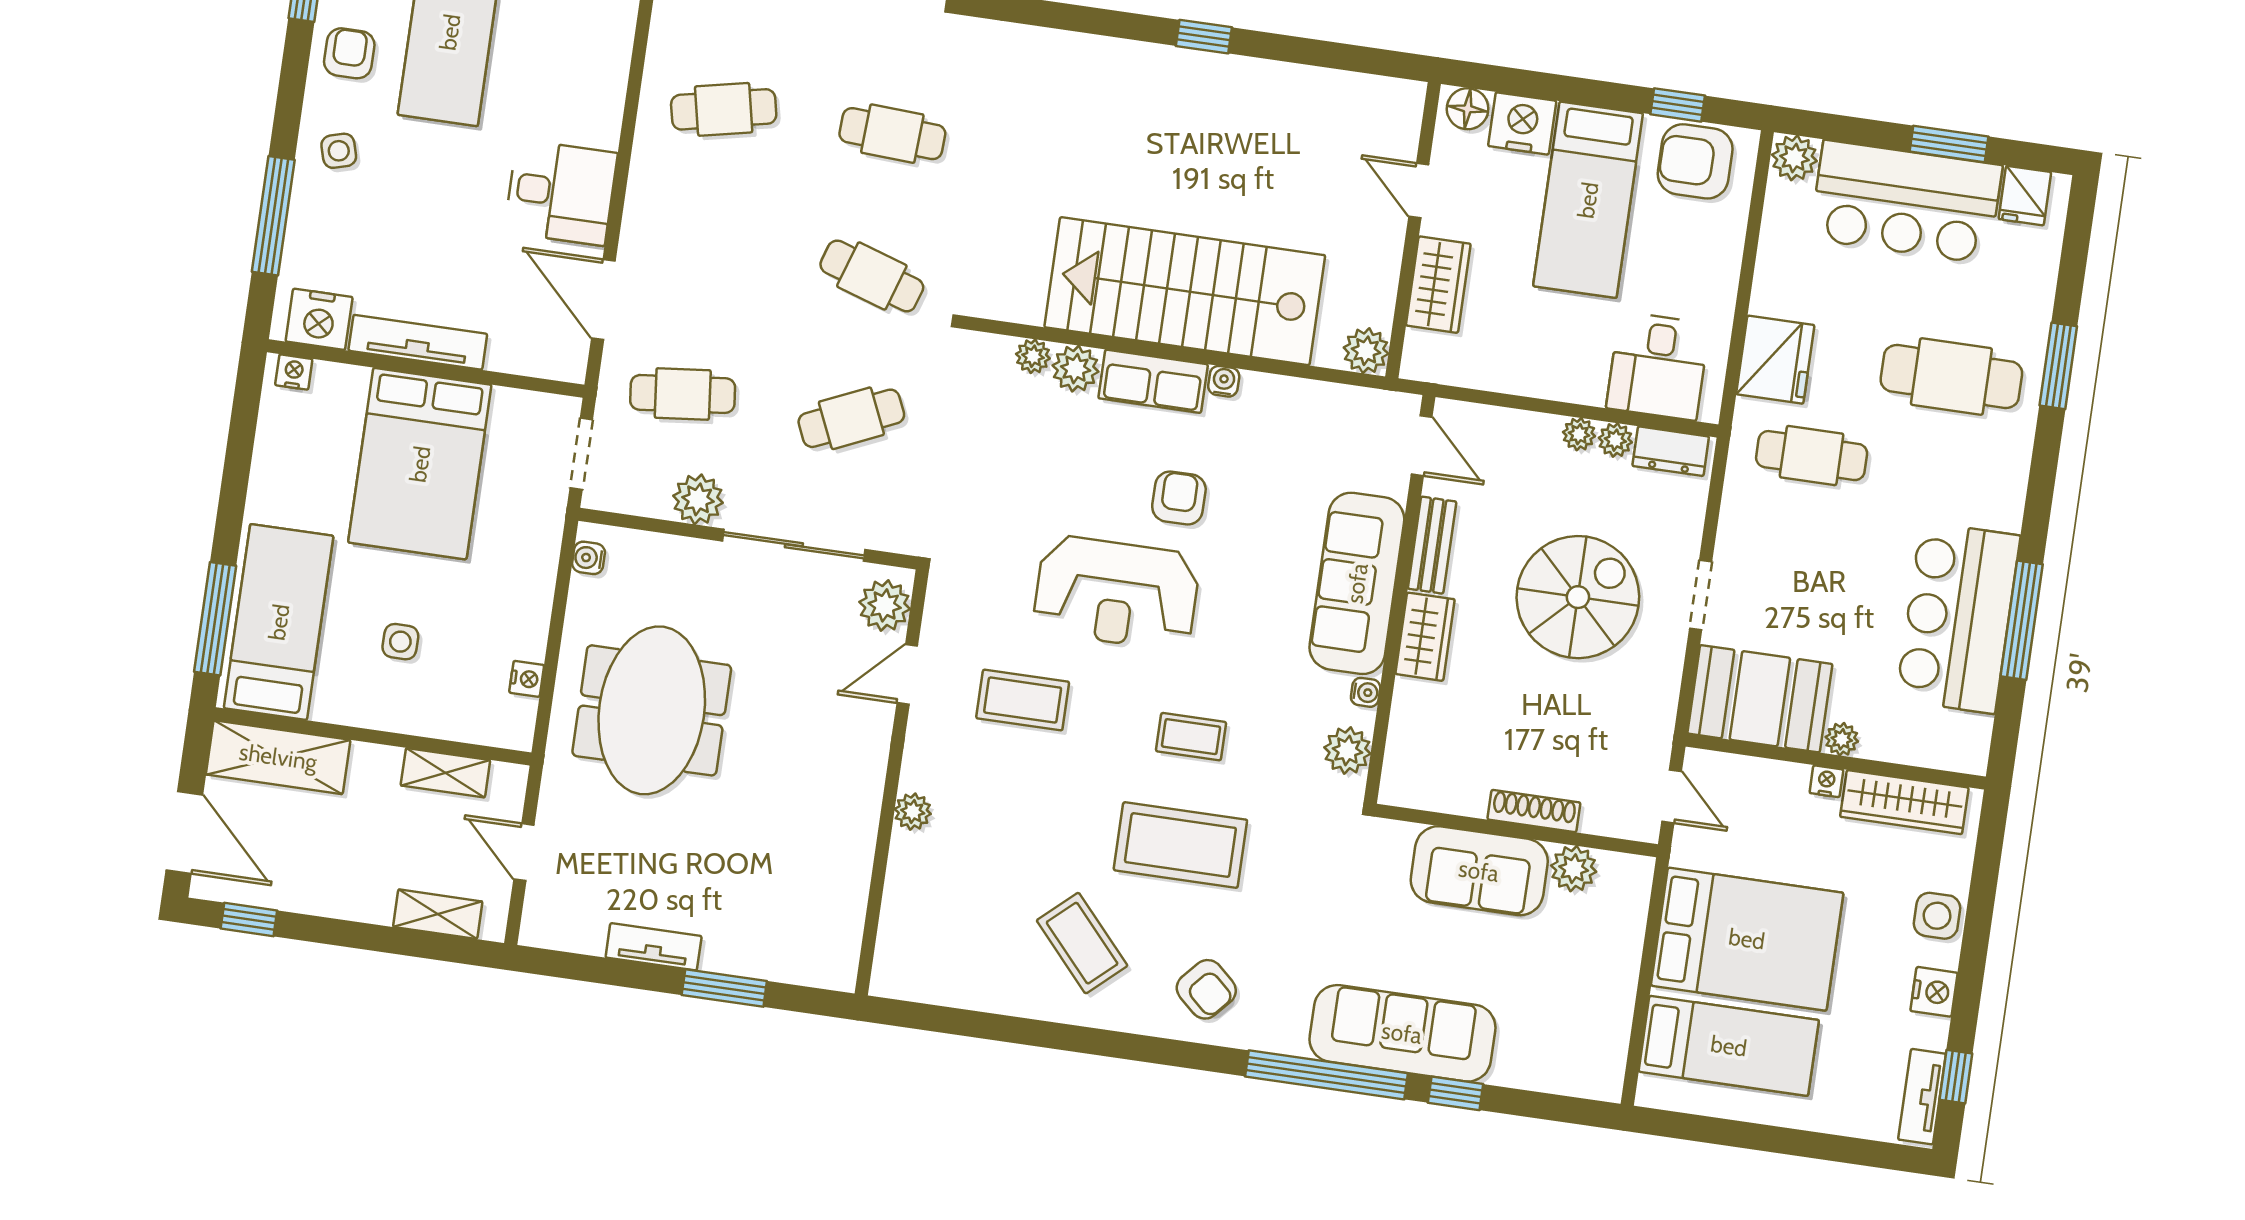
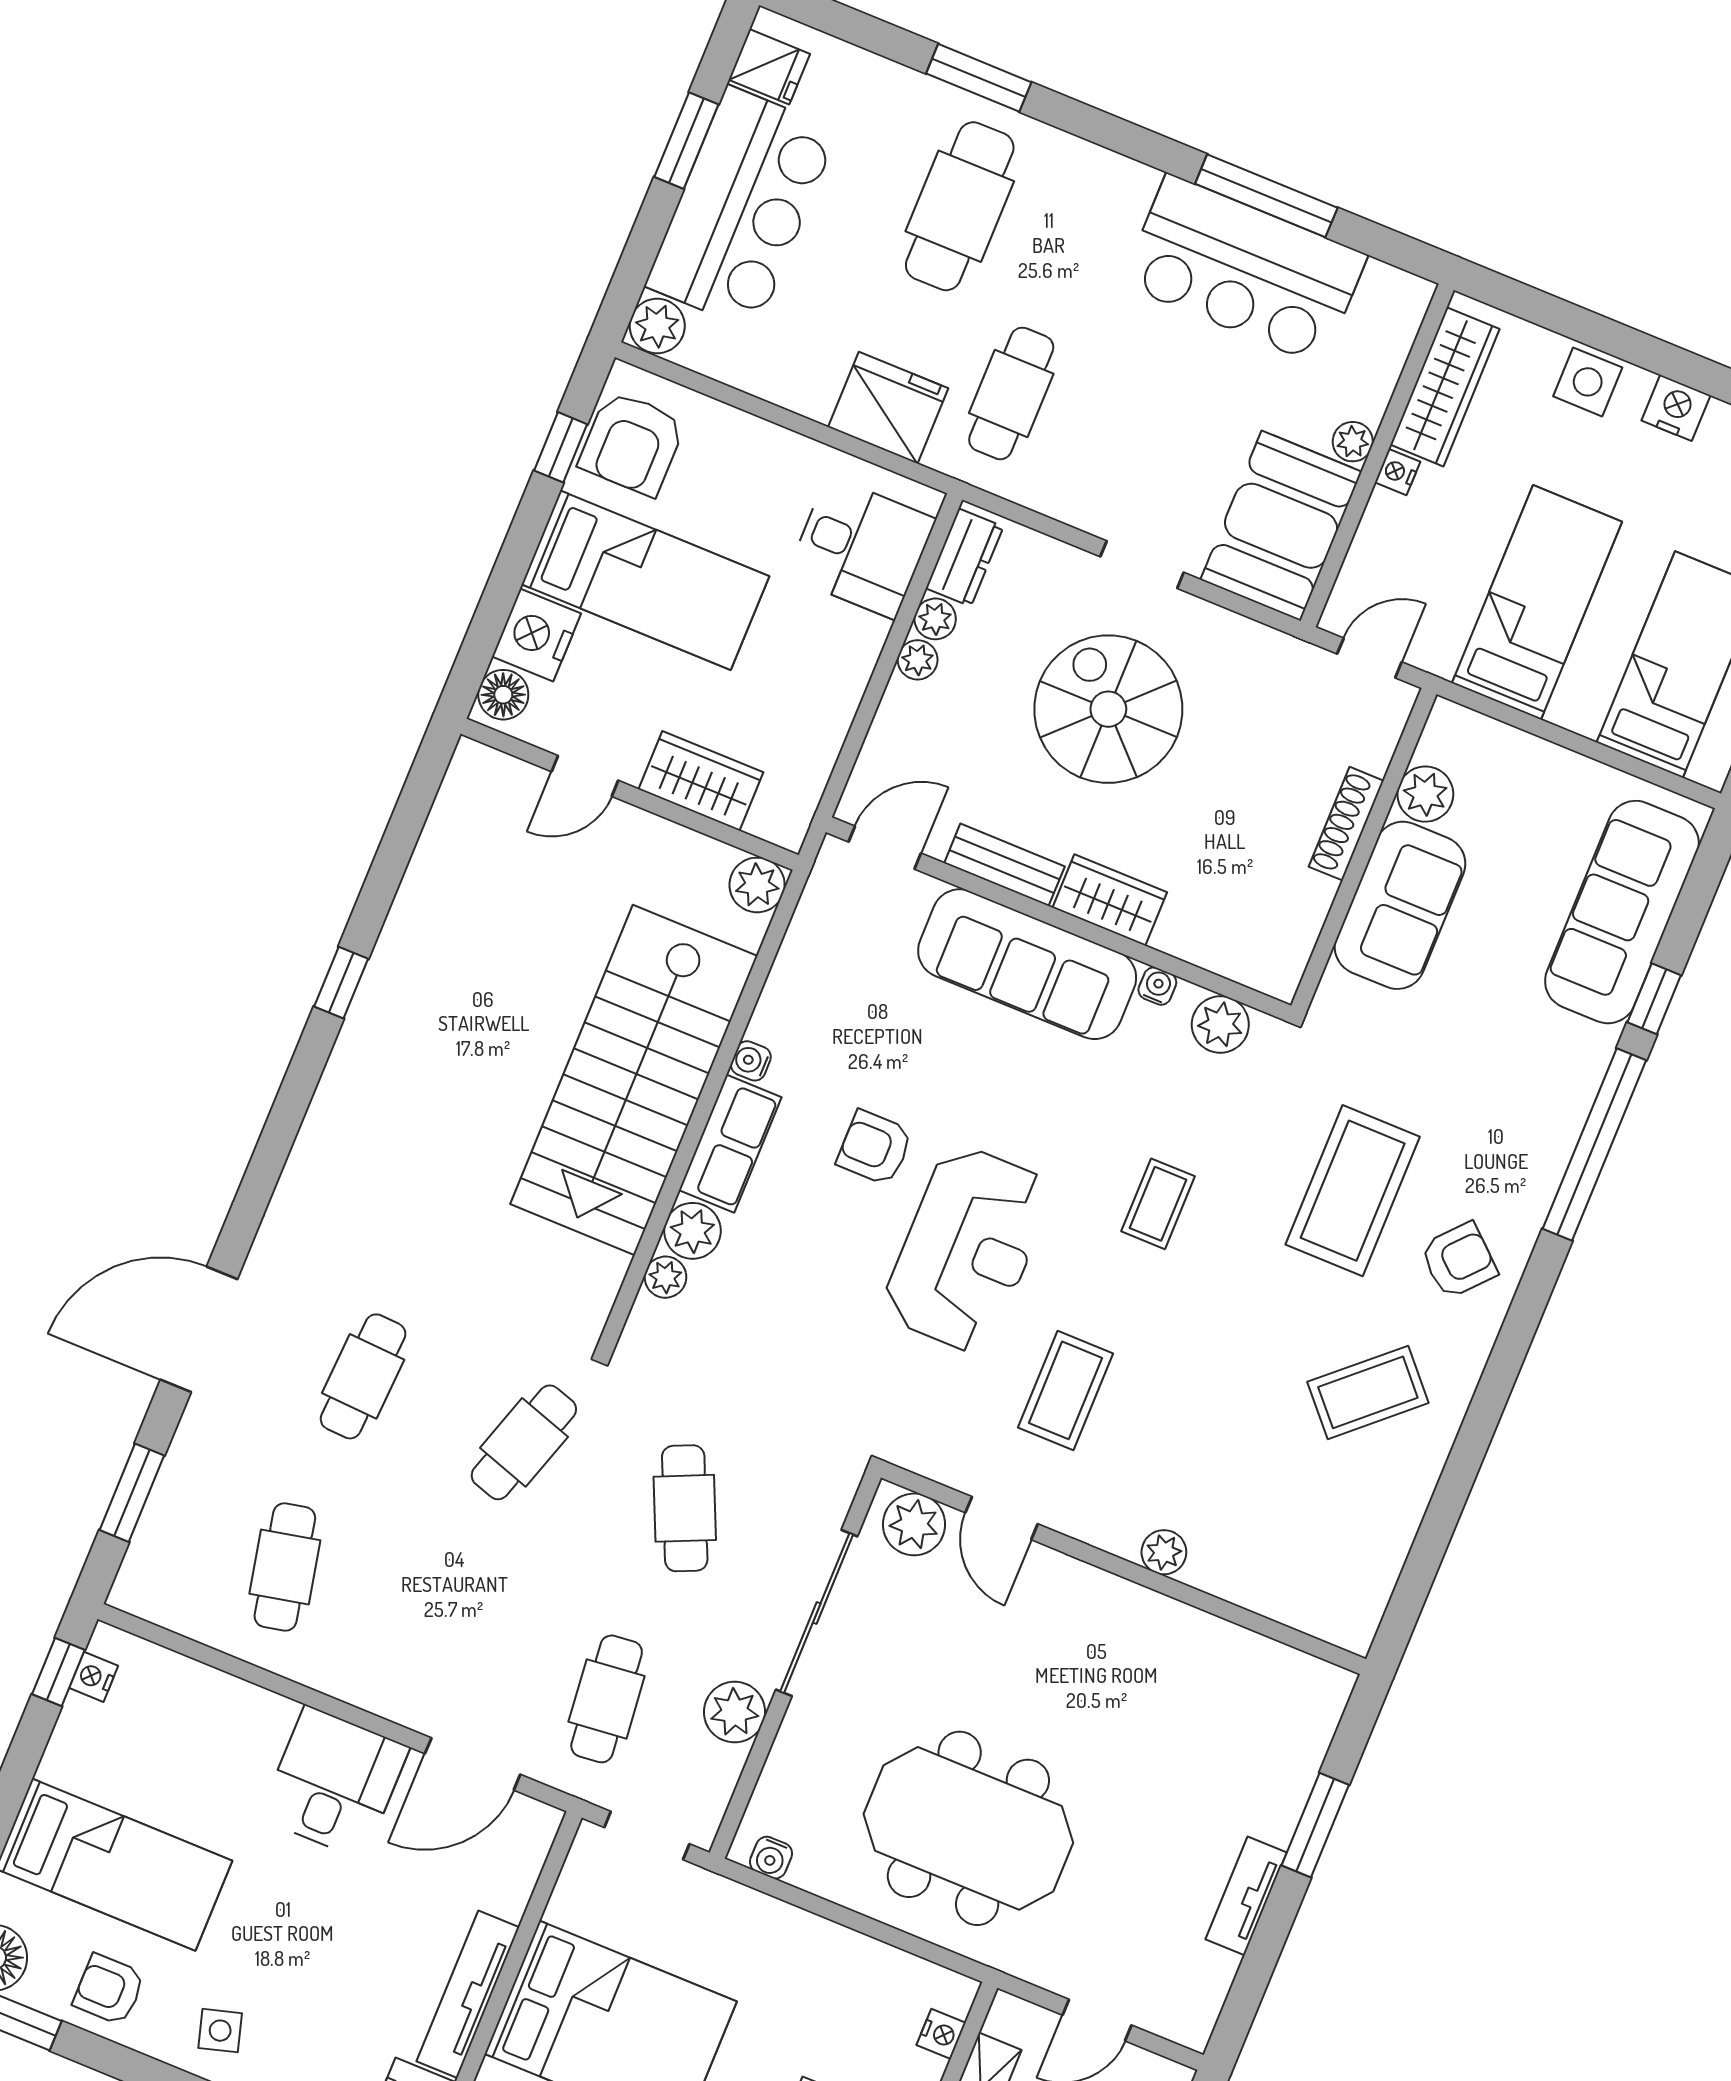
nightstand: (527, 679) -> (941, 2034), moved, turned 90
coffee table: (1180, 845) -> (1353, 1191), moved
bed: (1747, 939) -> (1537, 602), width x0.67
sofa: (1402, 1033) -> (1622, 912), moved

